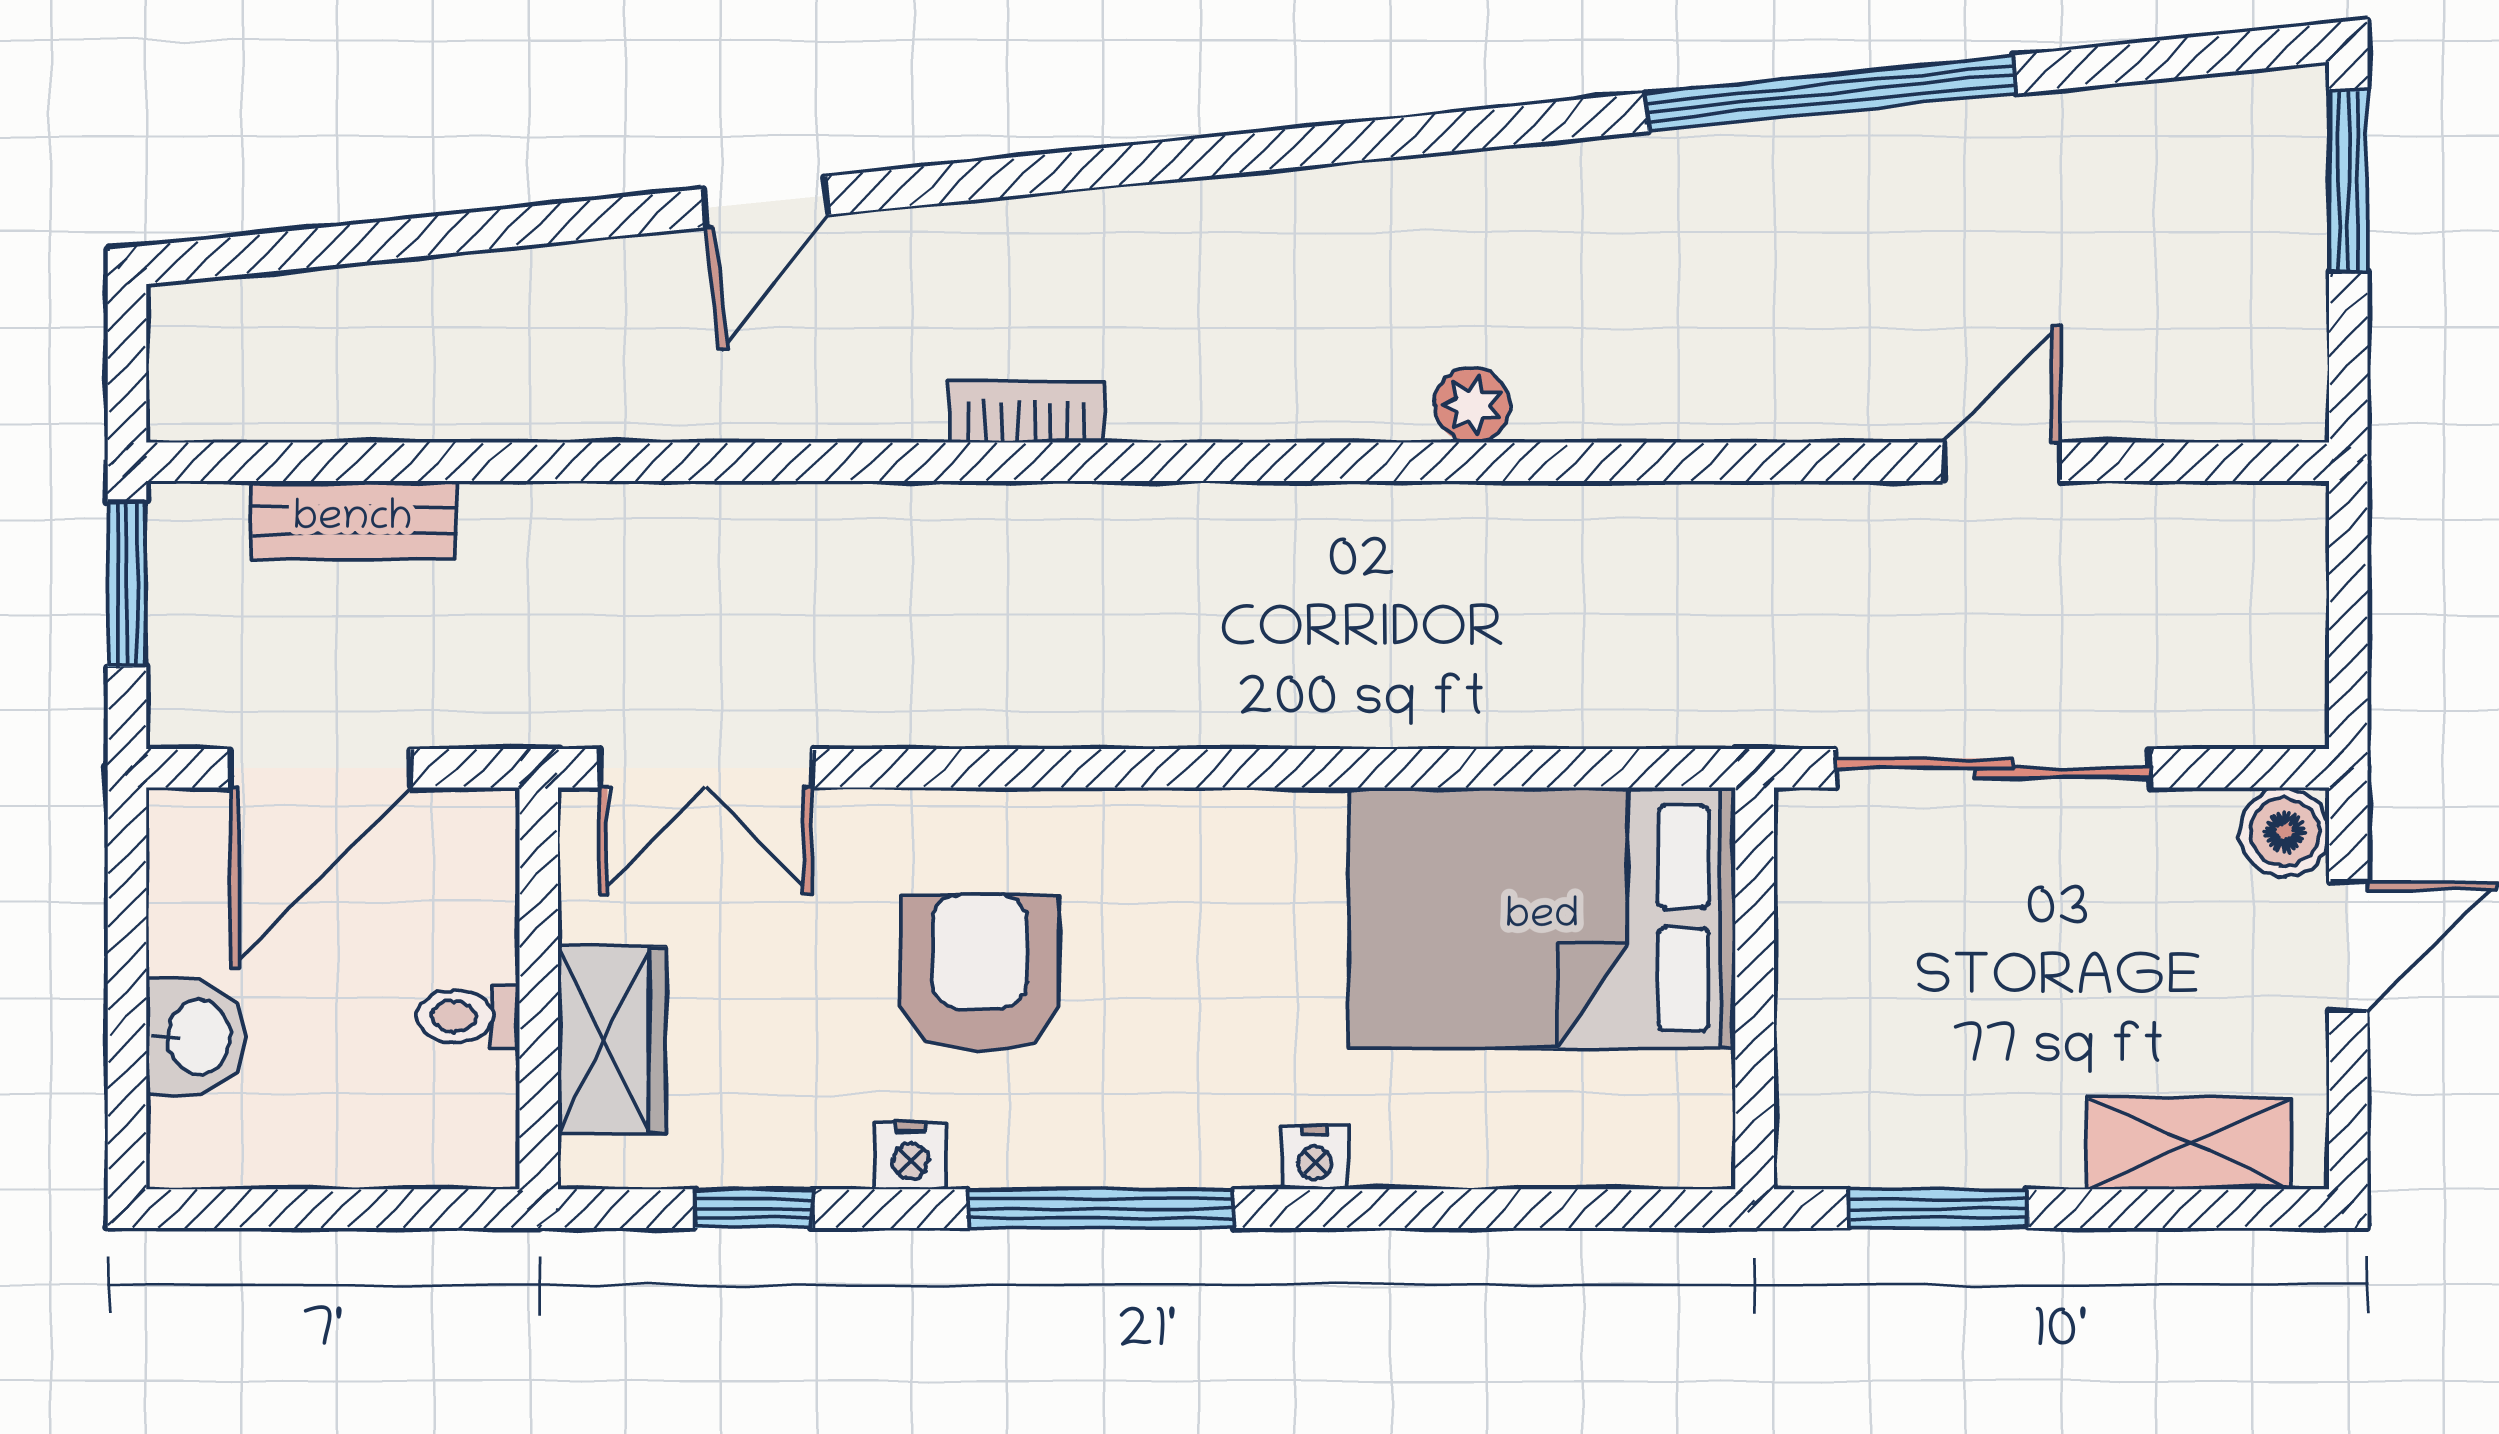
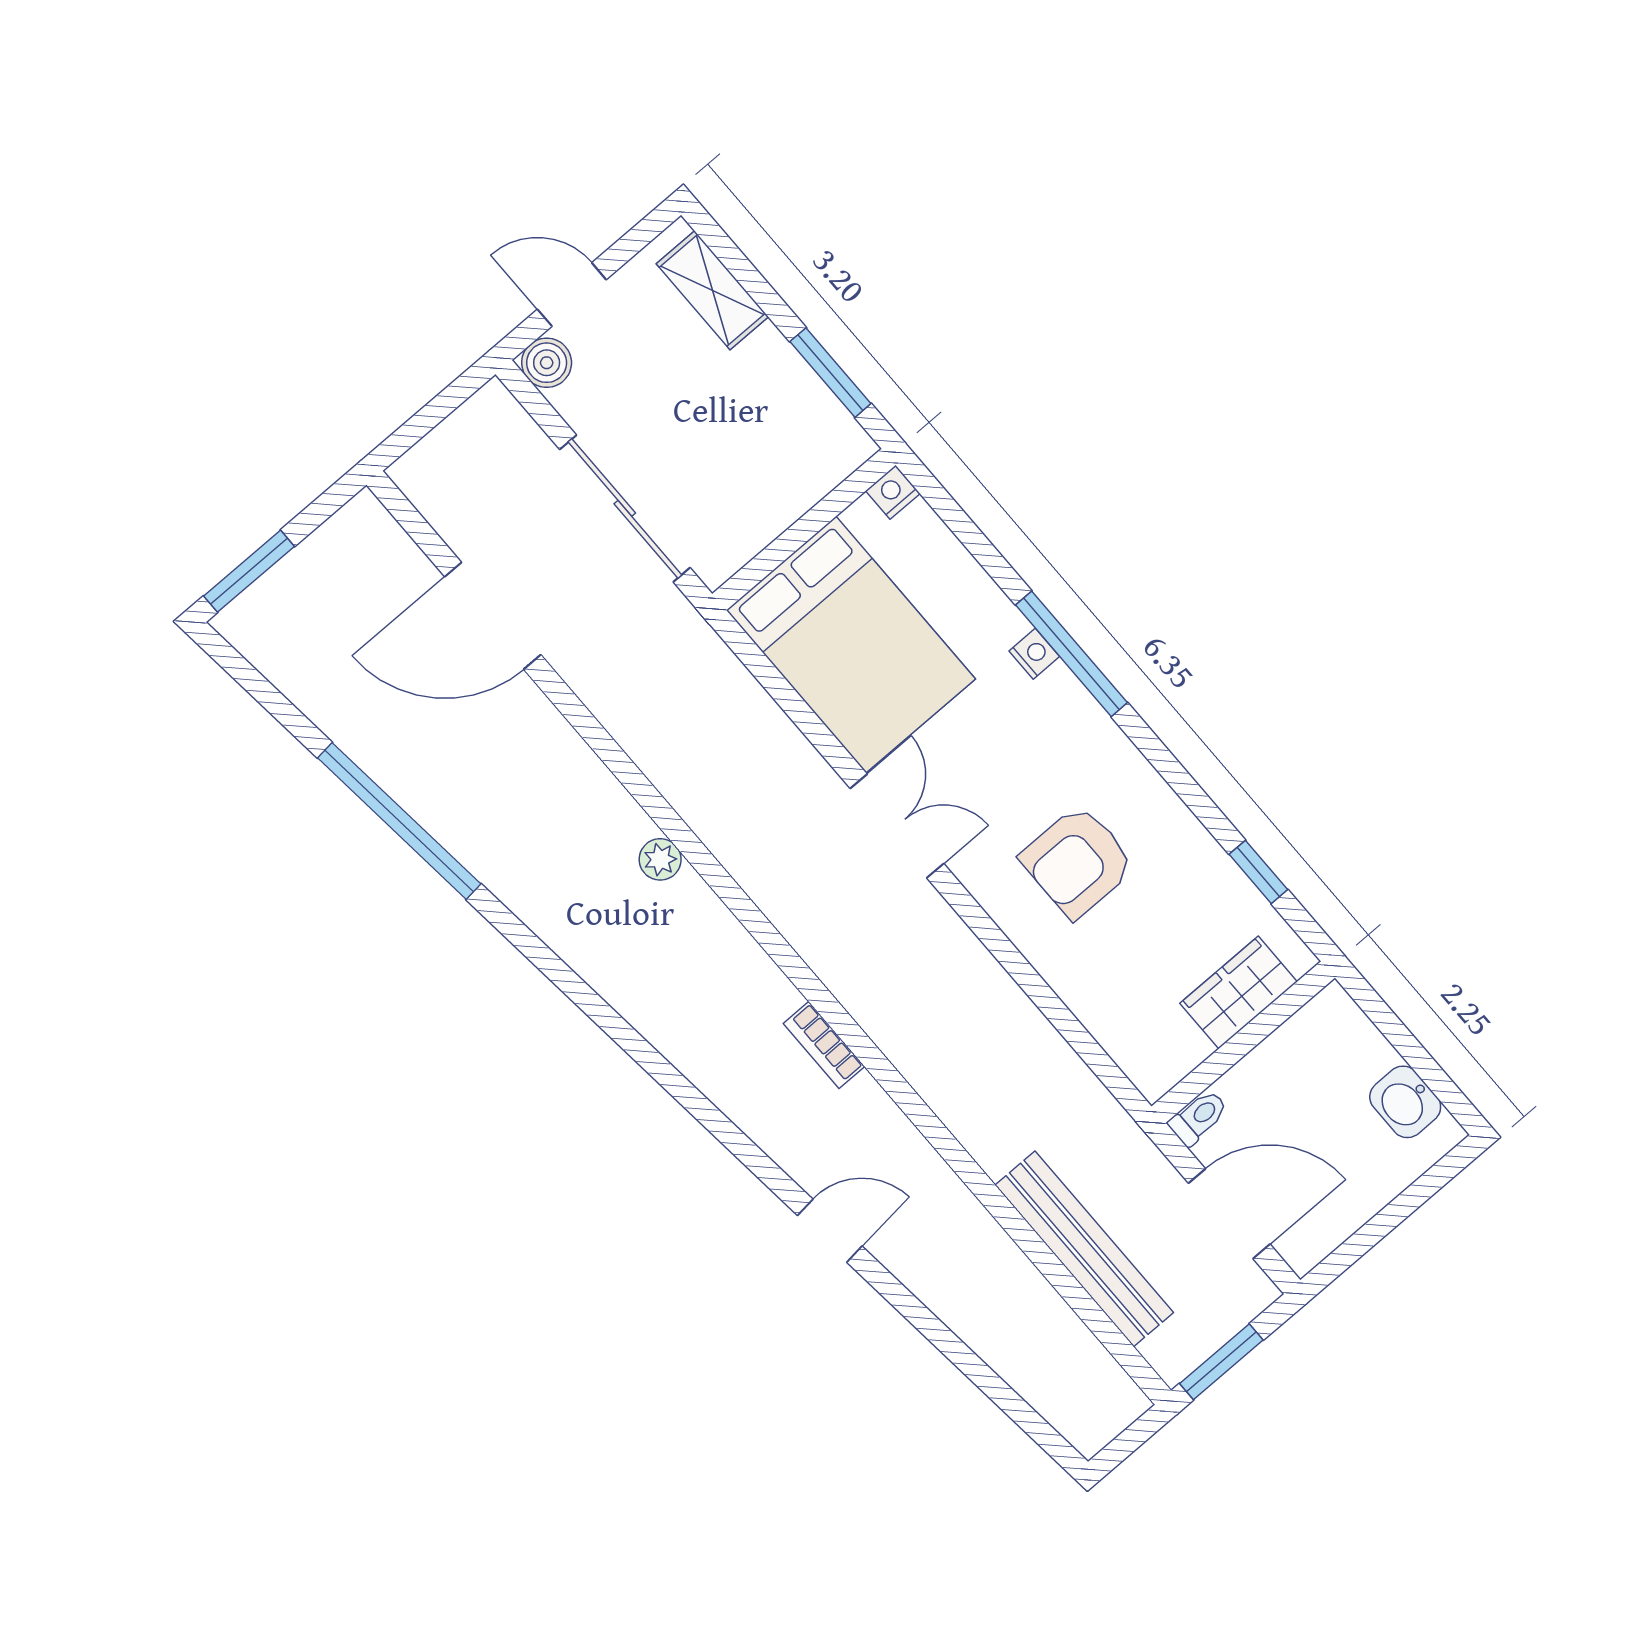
door: (2002, 462) -> (493, 616), width x1.87
bench: (353, 520) -> (1084, 1249), width x1.86, depth x1.21
double door: (705, 768) -> (897, 826), moved
toilet: (468, 1016) -> (1198, 1118), moved, turned -90
washbasin: (196, 1037) -> (1405, 1102), moved, turned -90
nightstand: (911, 1156) -> (893, 492), moved, turned -90
window: (1101, 1209) -> (1071, 654), moved

